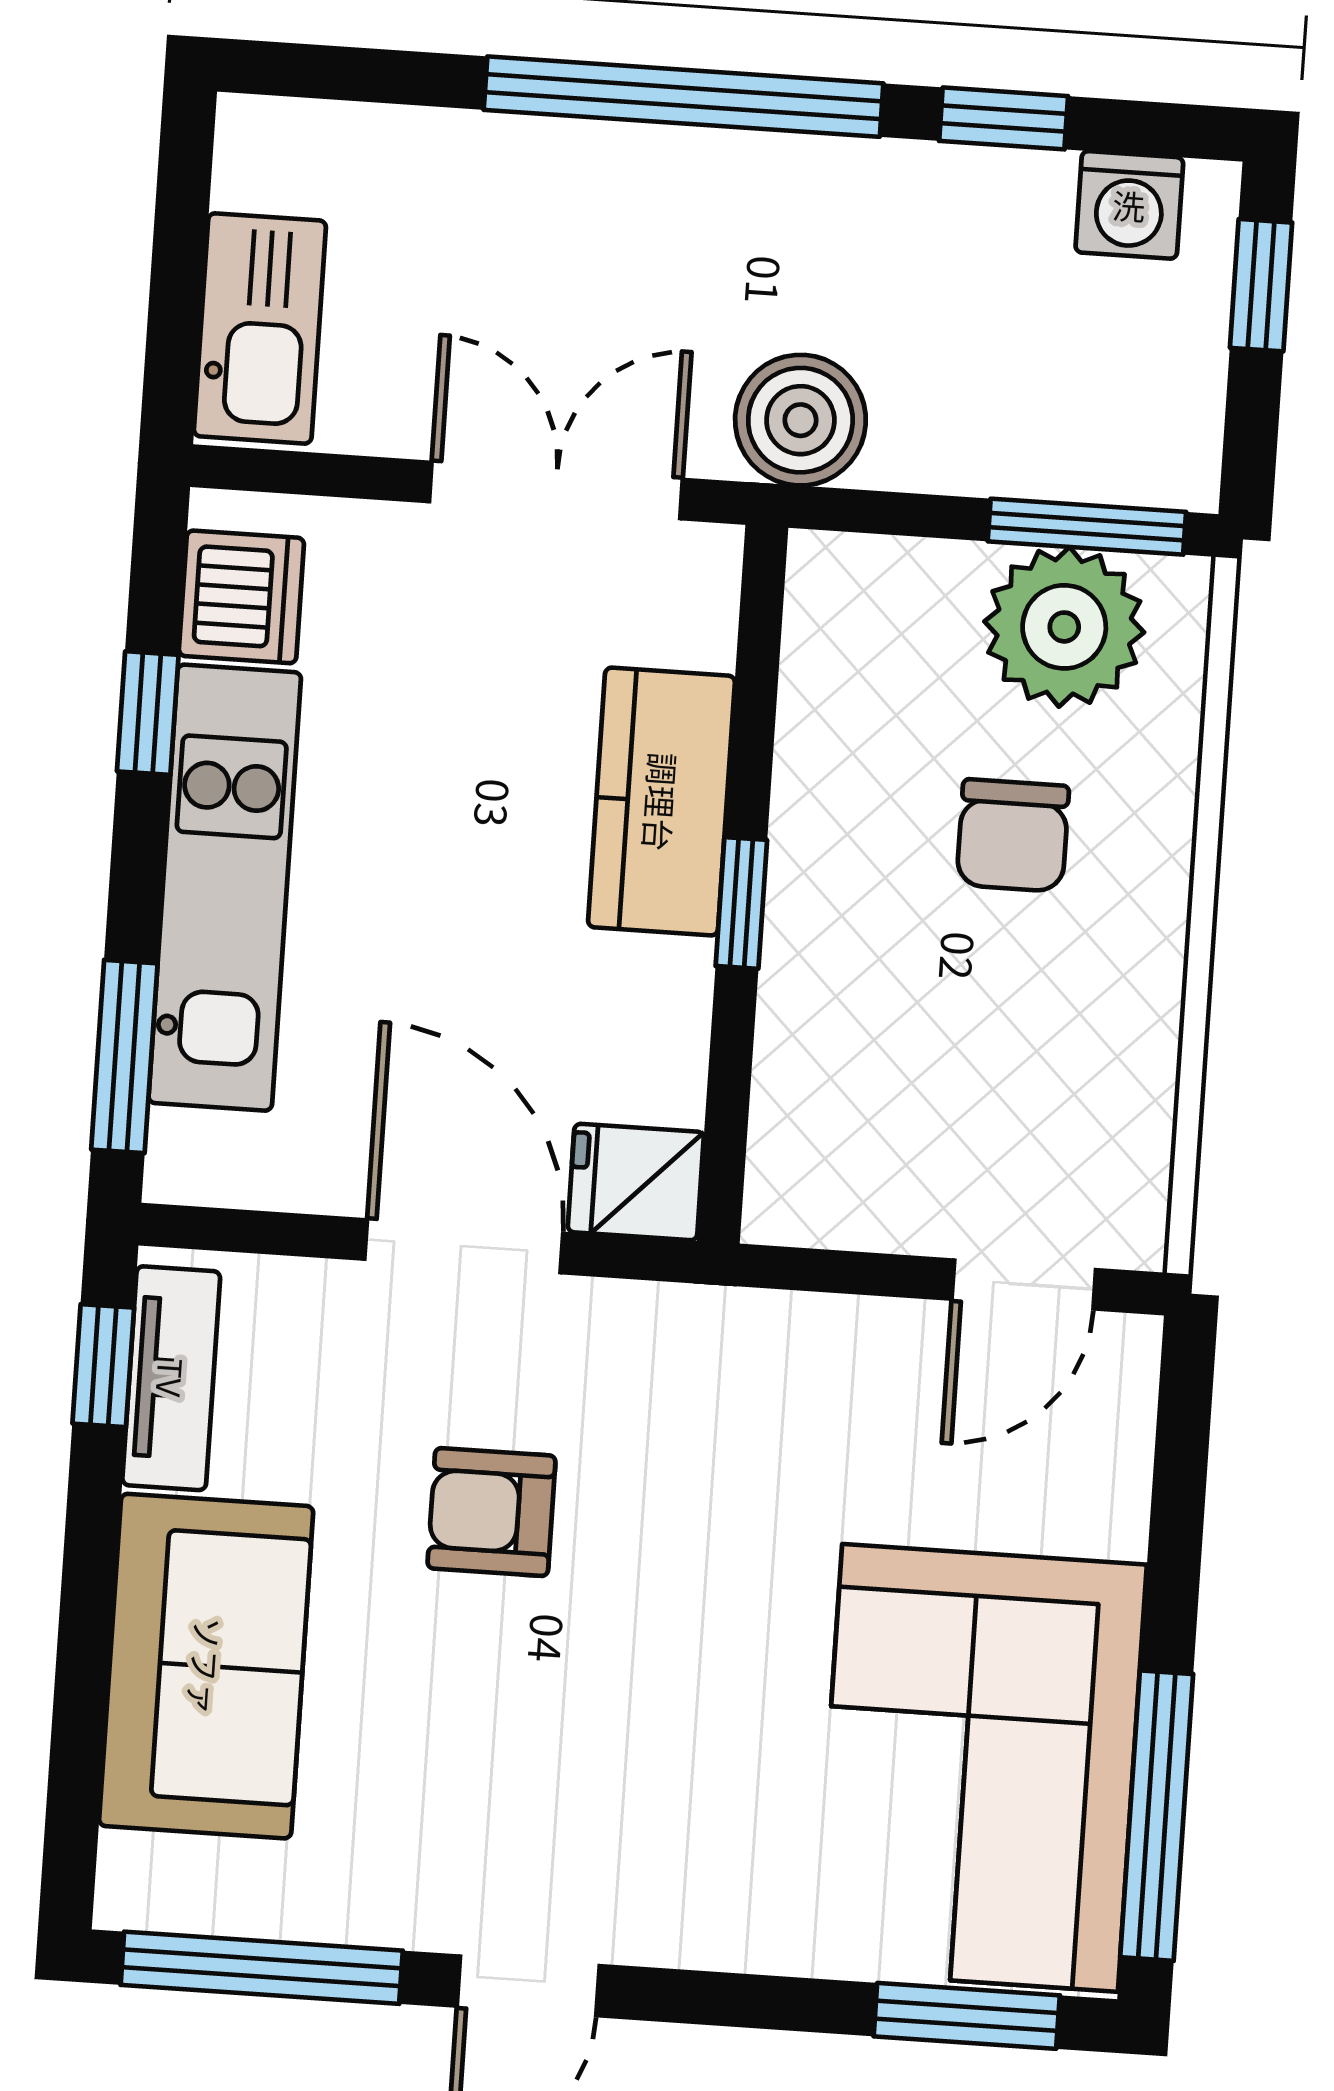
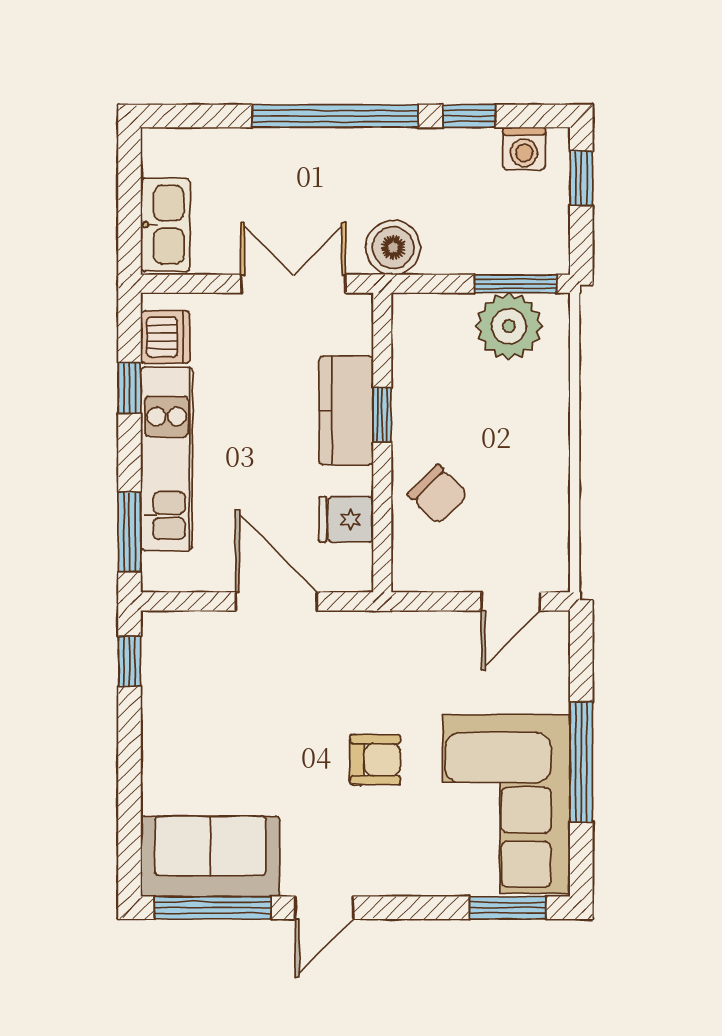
chair: (1013, 835) -> (438, 494), moved, turned -45
window: (741, 903) -> (382, 415), moved
fridge: (636, 1182) -> (346, 519), moved
tv unit: (171, 1378) -> (158, 665), removed
armchair: (492, 1512) -> (375, 760), moved, turned 180
sofa: (206, 1666) -> (210, 856), moved, turned -90
window: (1157, 1816) -> (581, 762), moved

